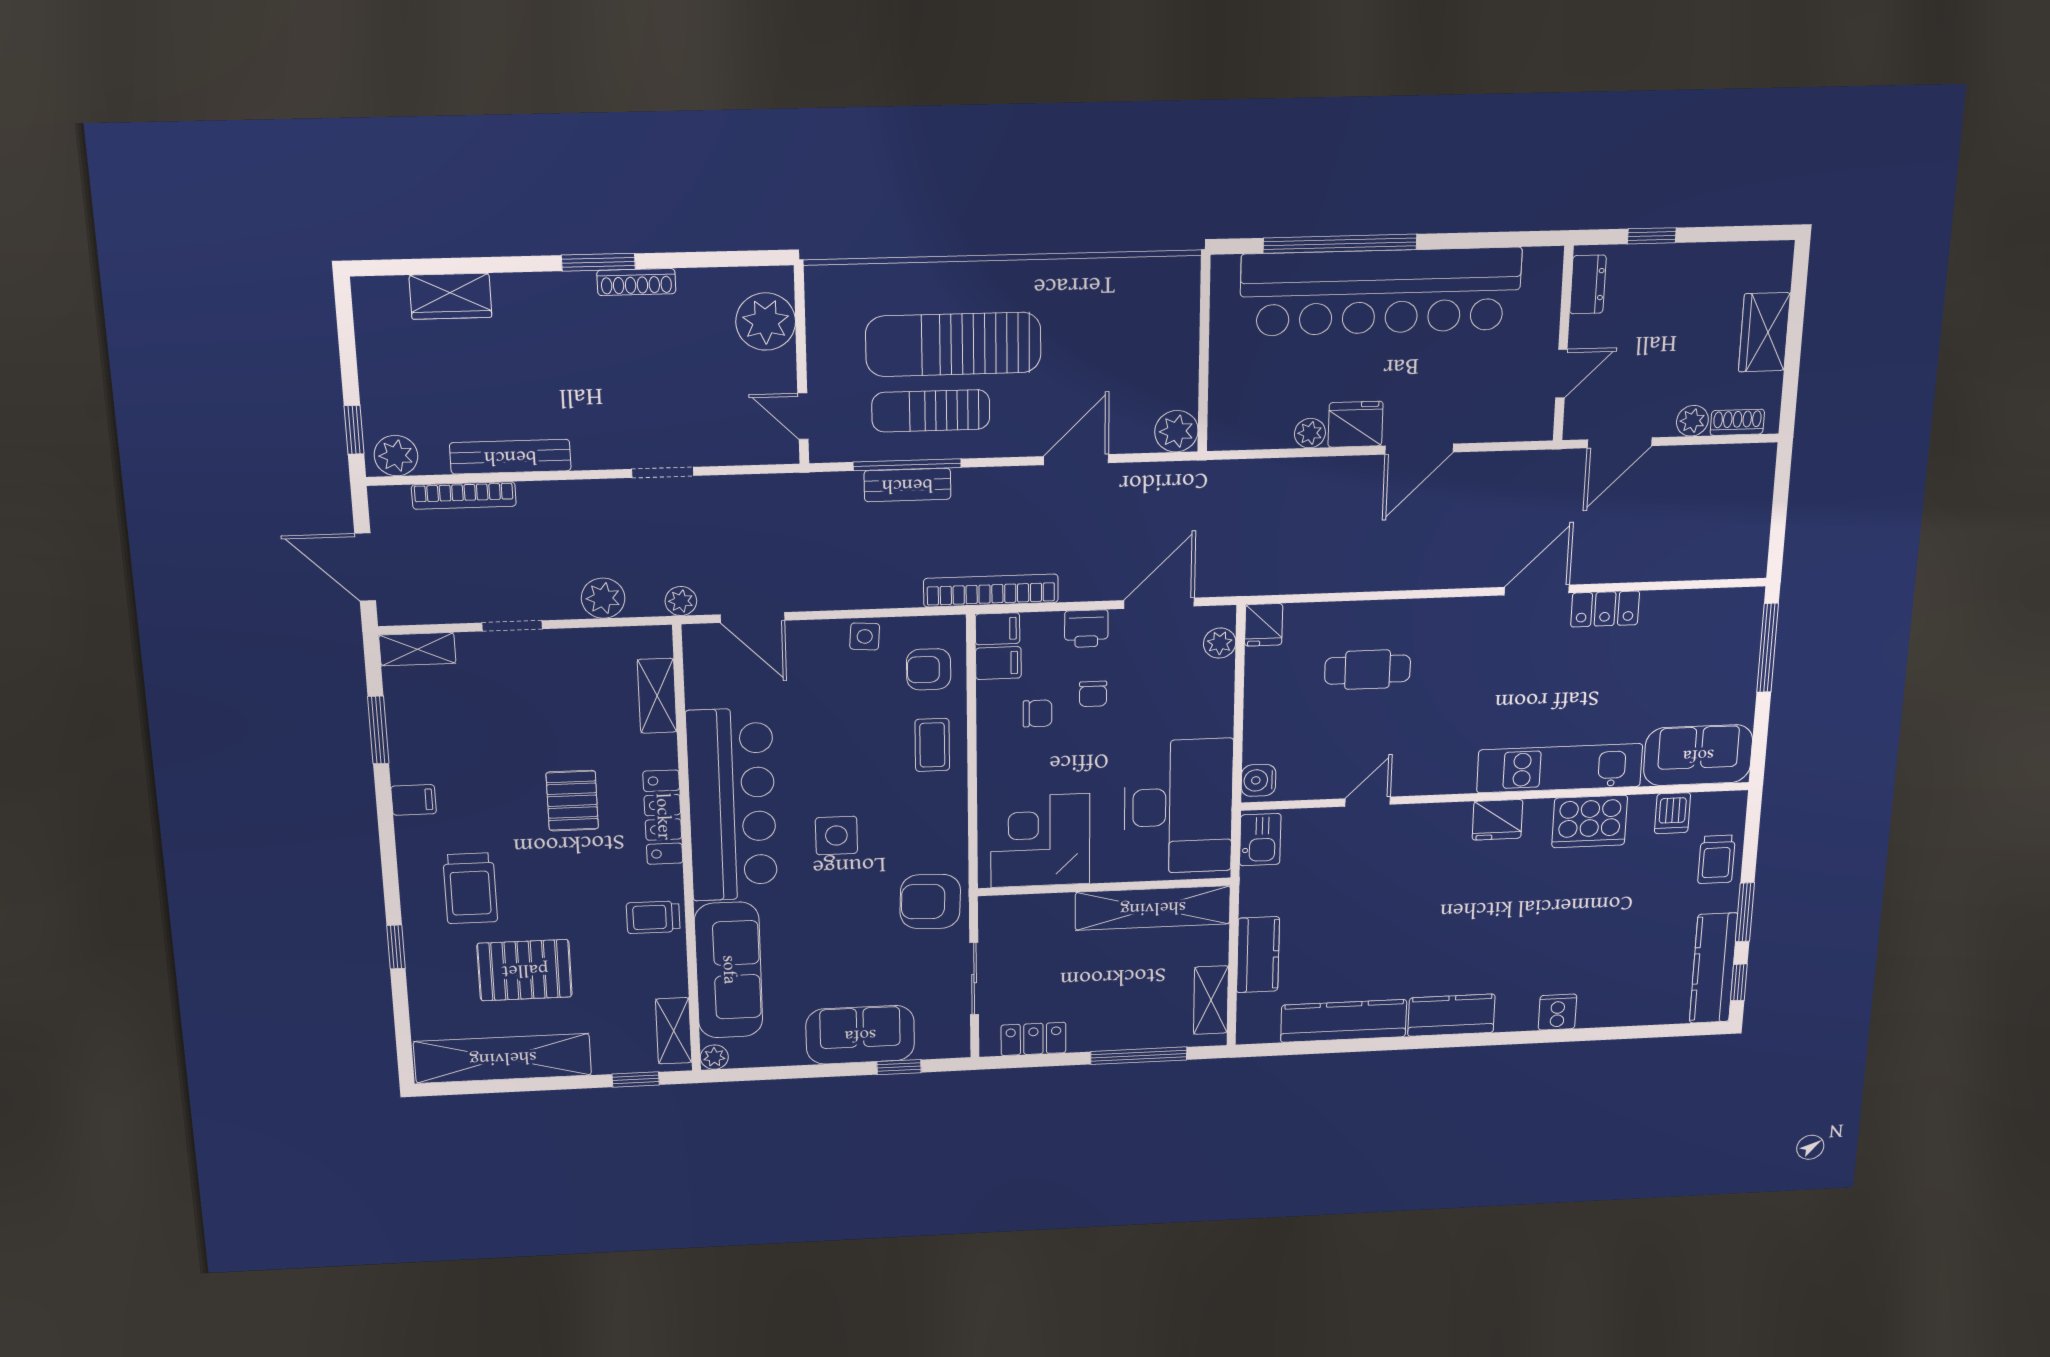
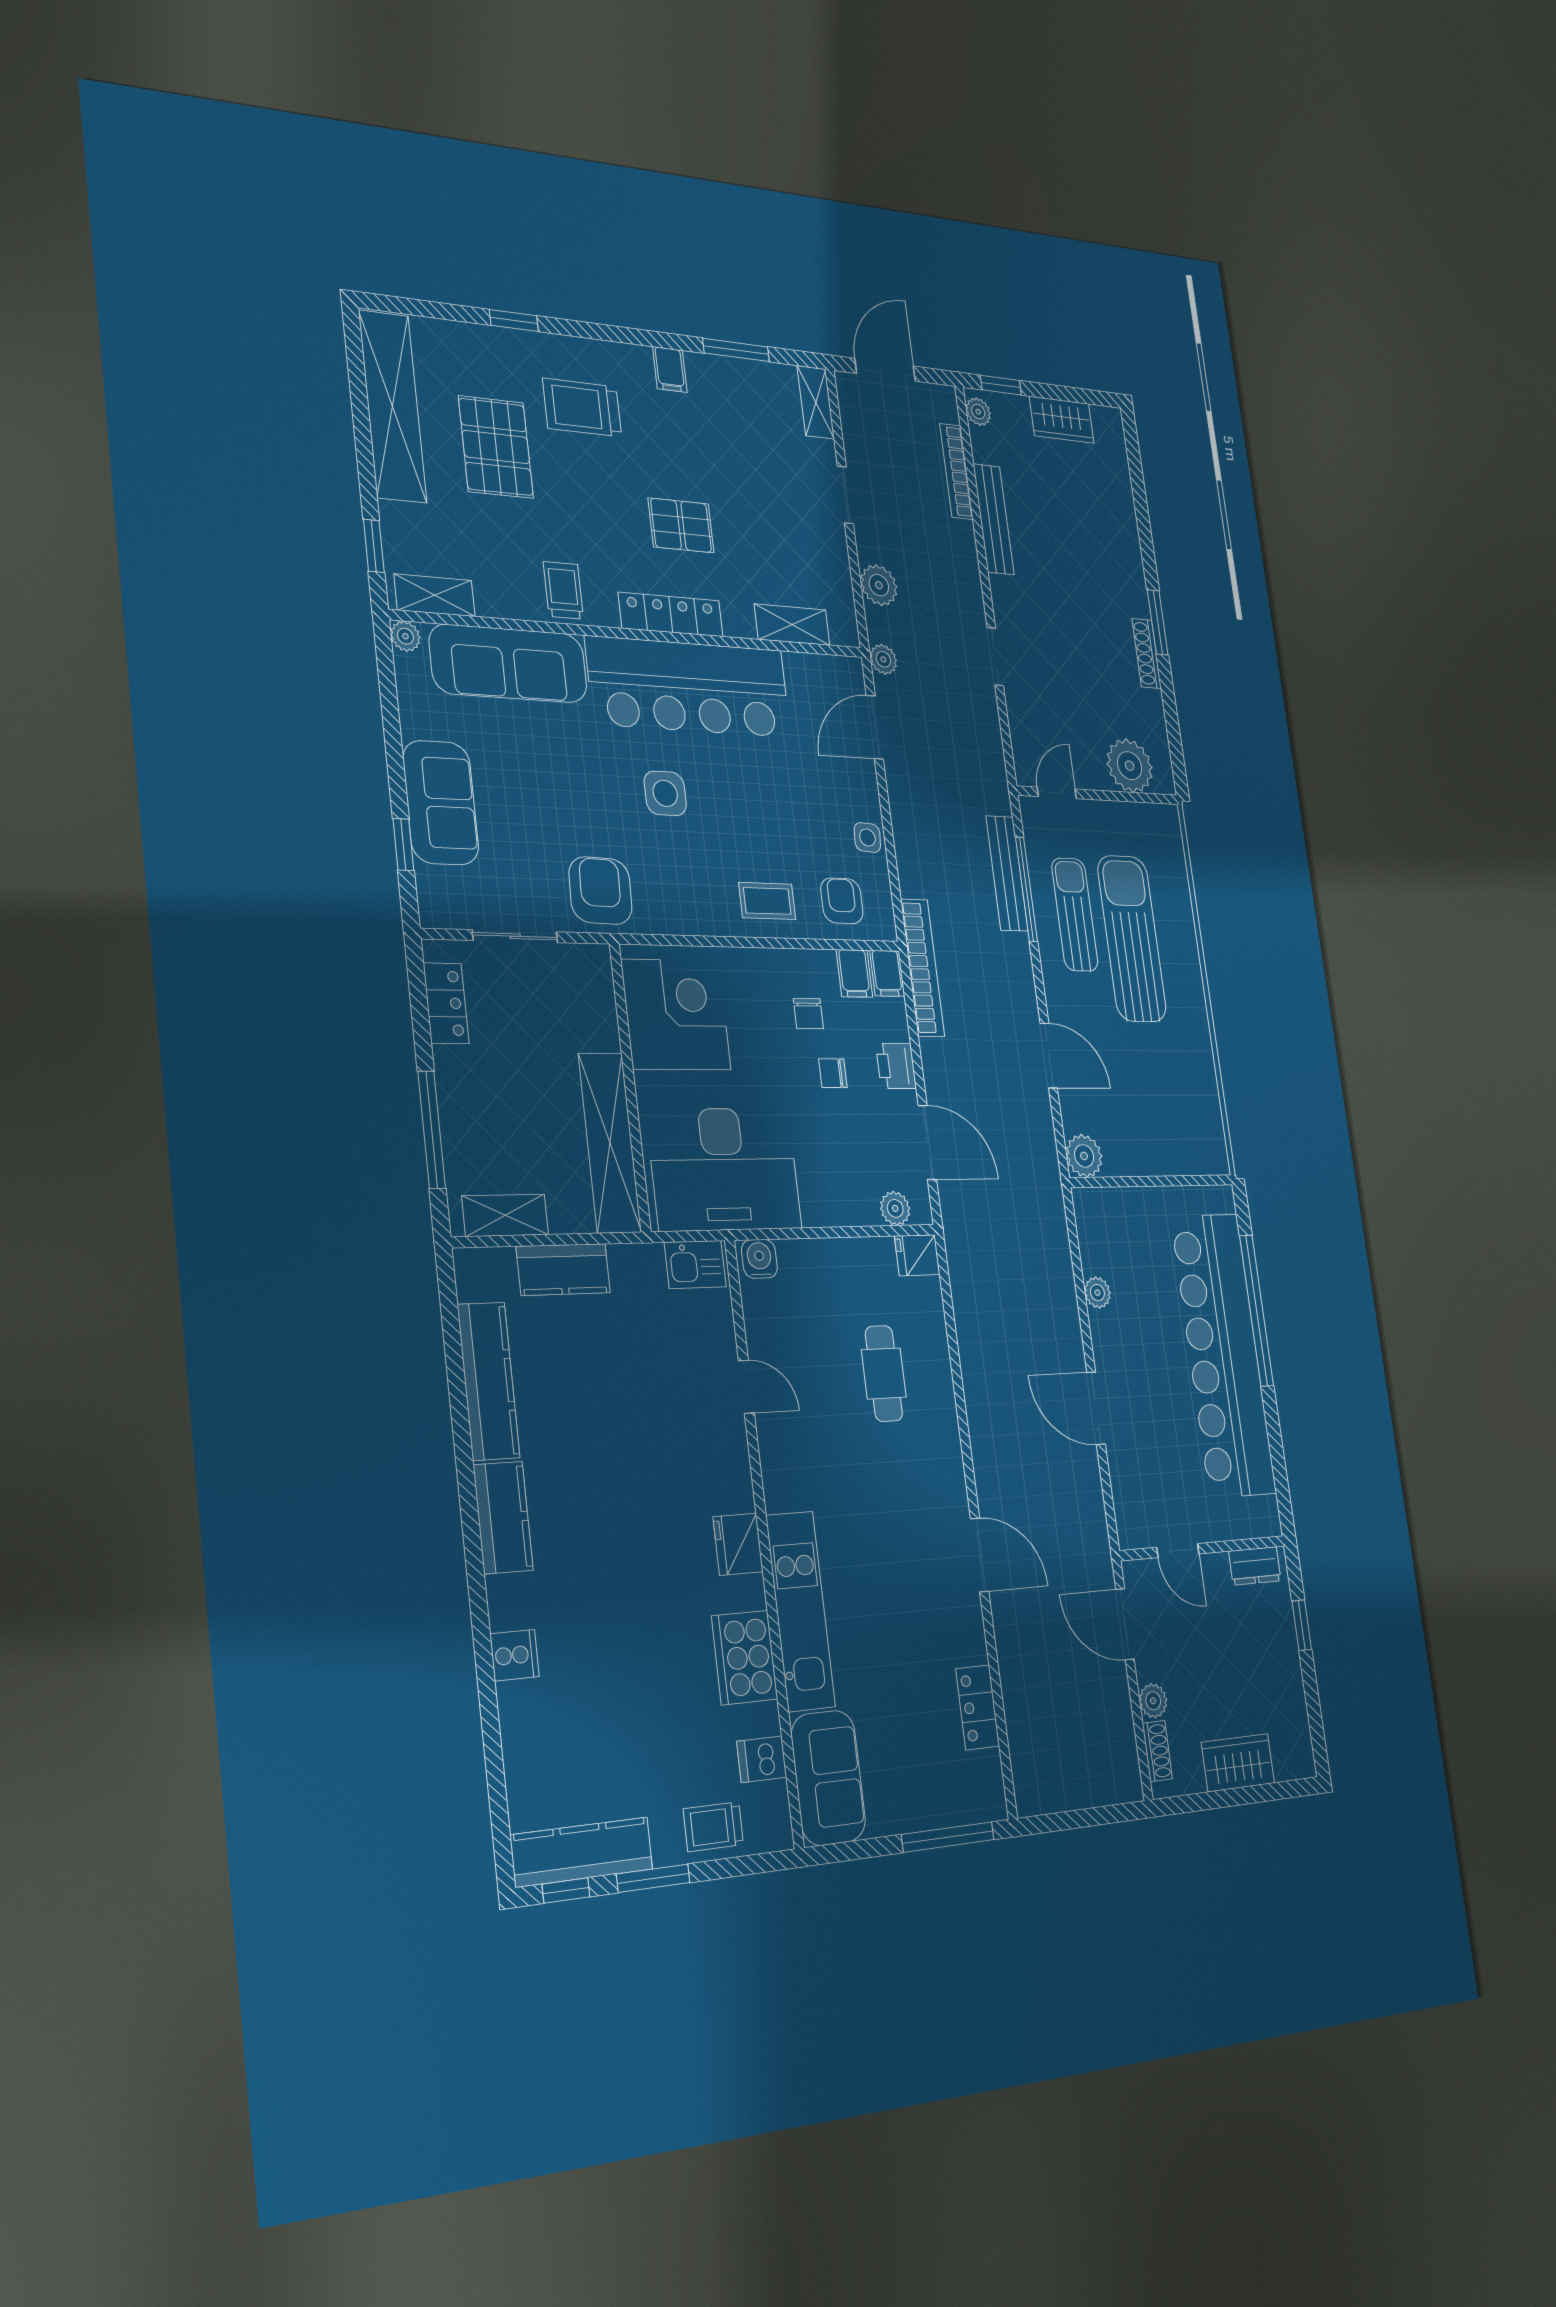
wardrobe: (450, 296) -> (1062, 420), moved, turned -90
fridge: (1355, 424) -> (1110, 1339), removed
plant: (396, 456) -> (978, 412), width x0.73, depth x0.73
bench: (907, 485) -> (1007, 873), width x1.36
locker: (1605, 609) -> (978, 1707), moved

